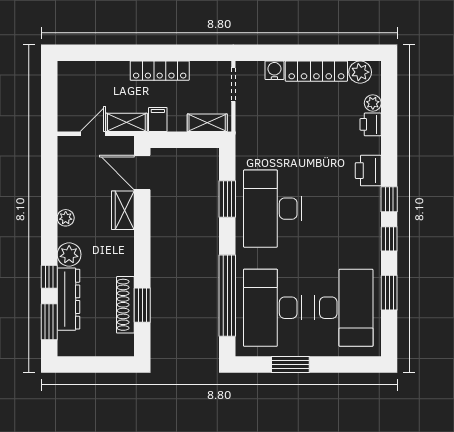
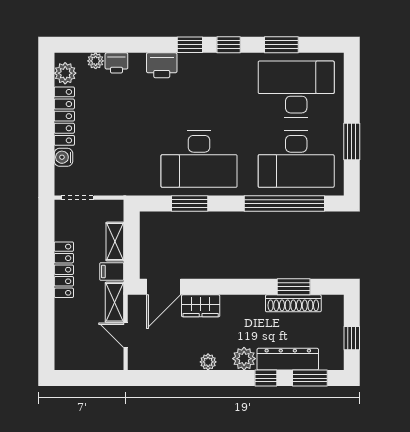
shelving: (207, 123) -> (115, 242), moved
window: (90, 364) -> (352, 338), added

